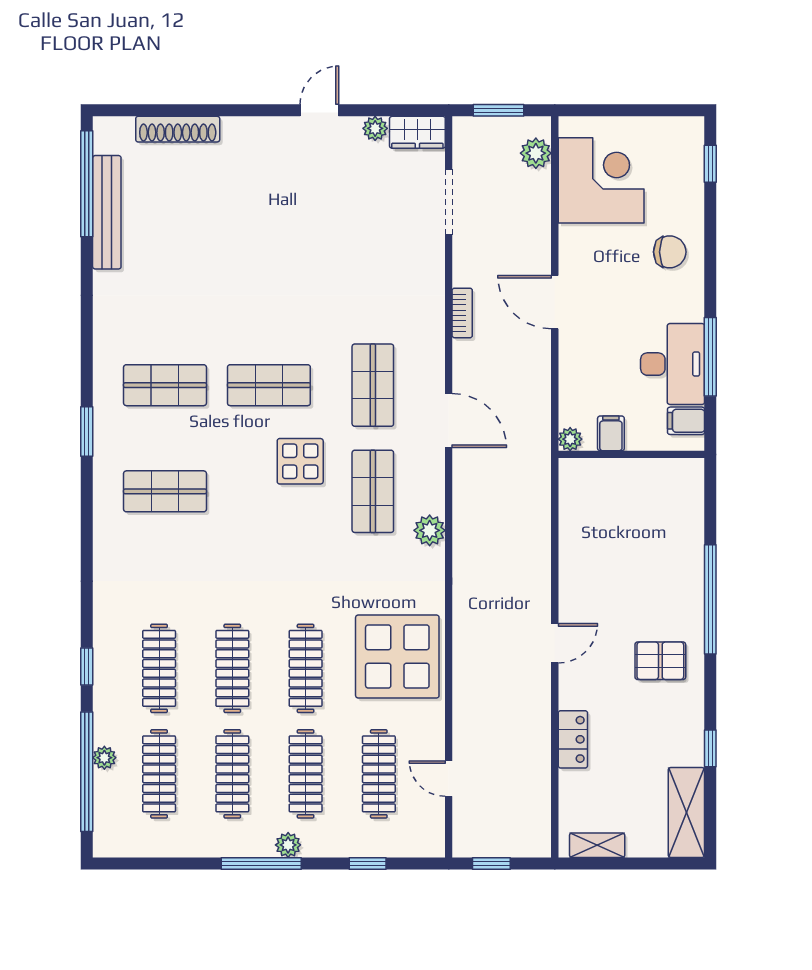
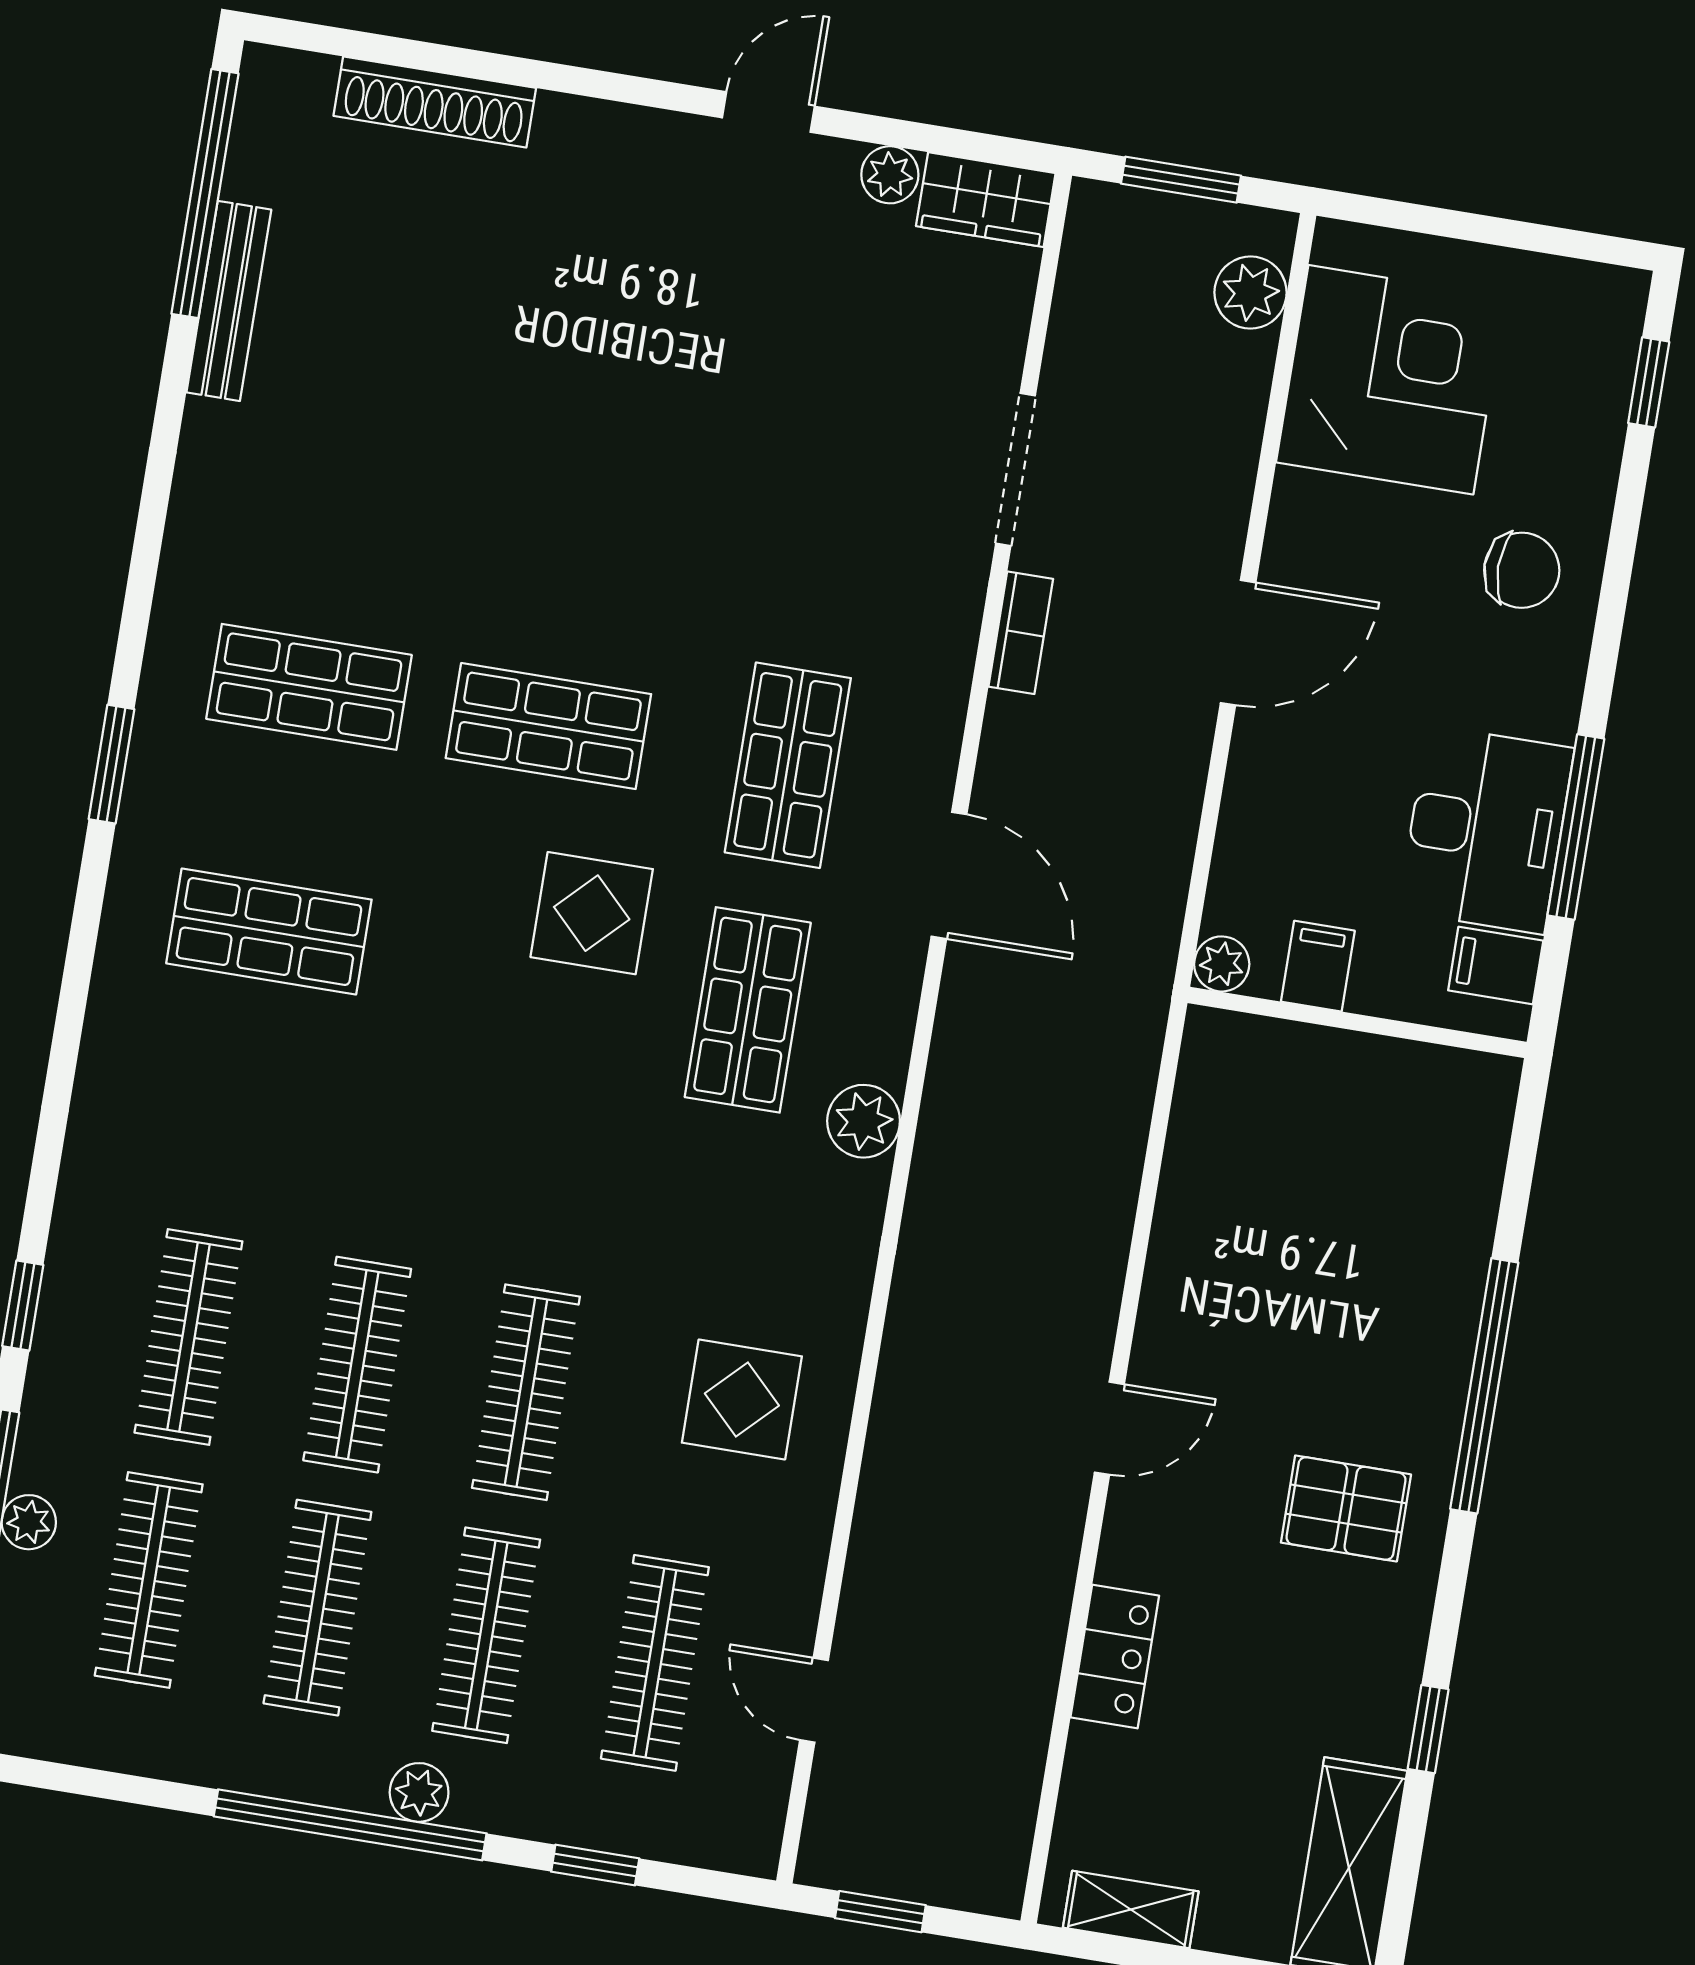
doorway: (449, 202) -> (1016, 470), moved
bench: (107, 212) -> (229, 301), width x0.73, depth x0.82
door: (555, 302) -> (1238, 643), swing flipped
display table: (397, 657) -> (742, 1400), width x0.54, depth x0.54
window: (261, 863) -> (350, 1825), width x1.46

